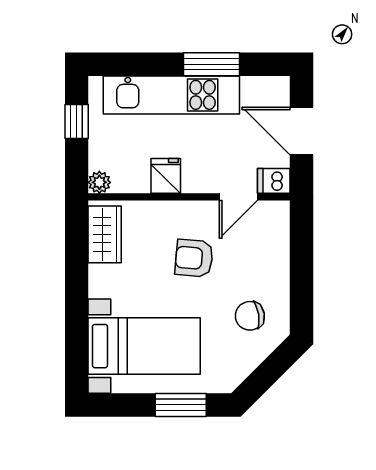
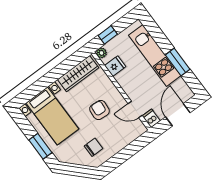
window: (77, 121) -> (108, 35), moved
fridge: (166, 176) -> (115, 66), moved
wardrobe: (105, 234) -> (78, 74), width x1.50
chair: (250, 316) -> (93, 147), turned 99

